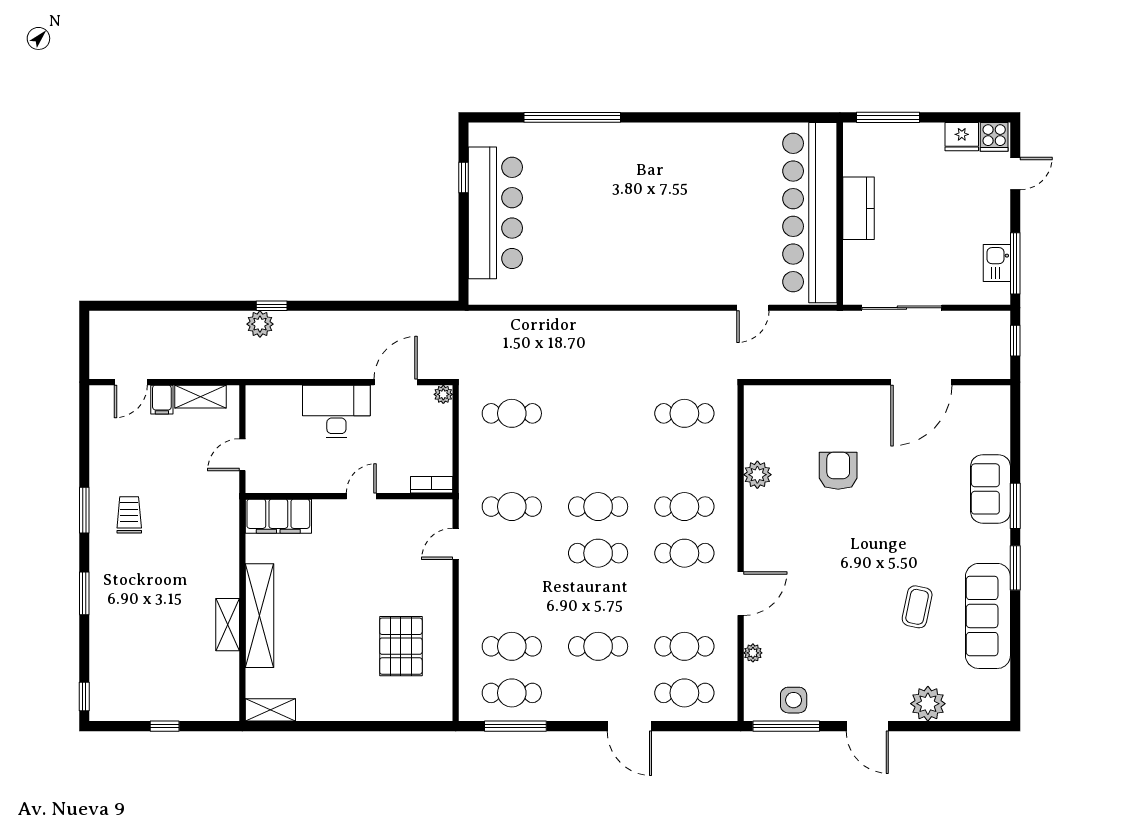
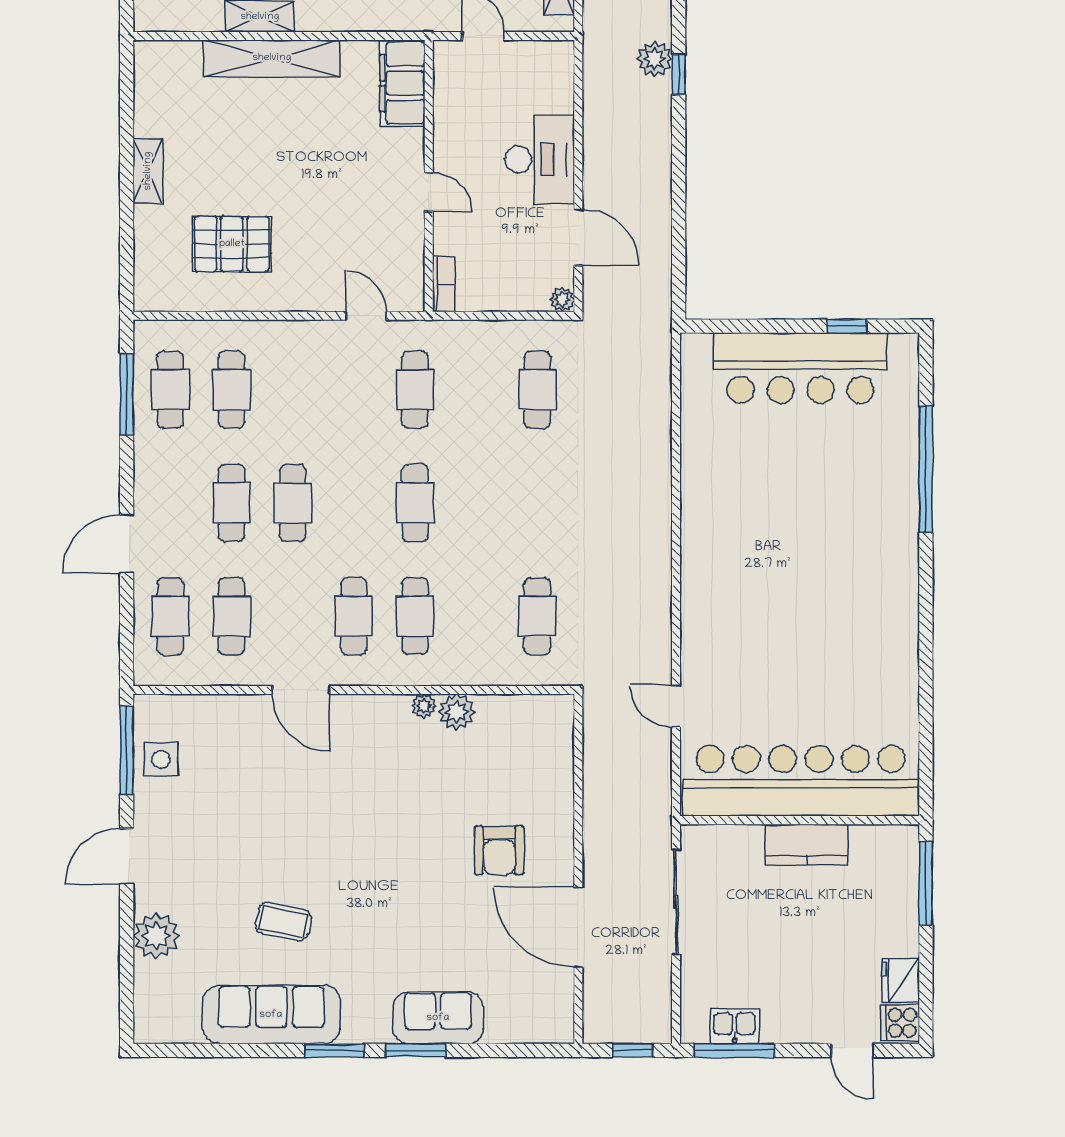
armchair: (838, 471) -> (499, 850), moved, turned 90
cafe table: (598, 553) -> (293, 503), moved
plant: (753, 653) -> (424, 706), moved
shelving: (270, 710) -> (148, 171), moved

